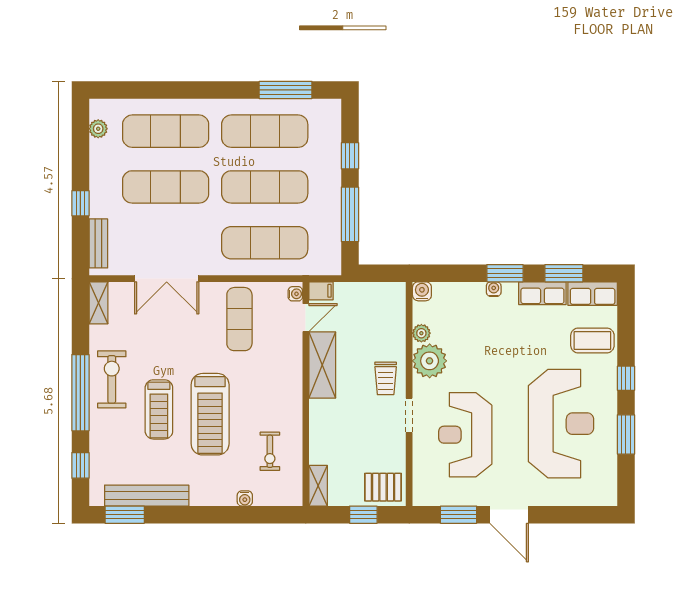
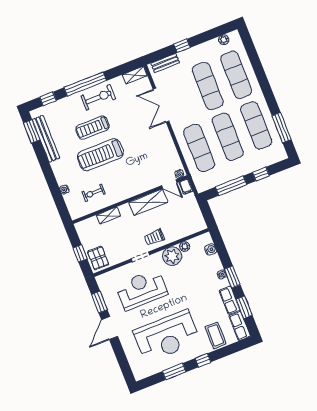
water cooler: (422, 291) -> (211, 249), moved
exercise mat: (239, 319) -> (155, 150), removed
shelving: (318, 486) -> (108, 216), moved

